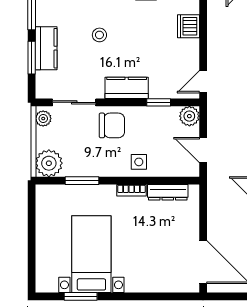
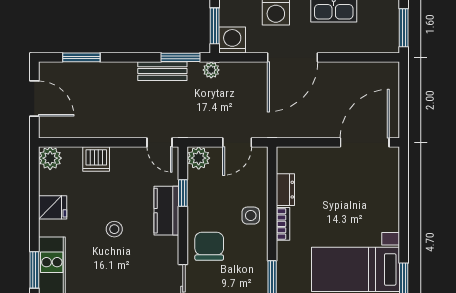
stool: (99, 35) -> (114, 229), moved
kitchen counter: (127, 88) -> (166, 211), moved
dresser: (168, 192) -> (285, 190), width x0.70

